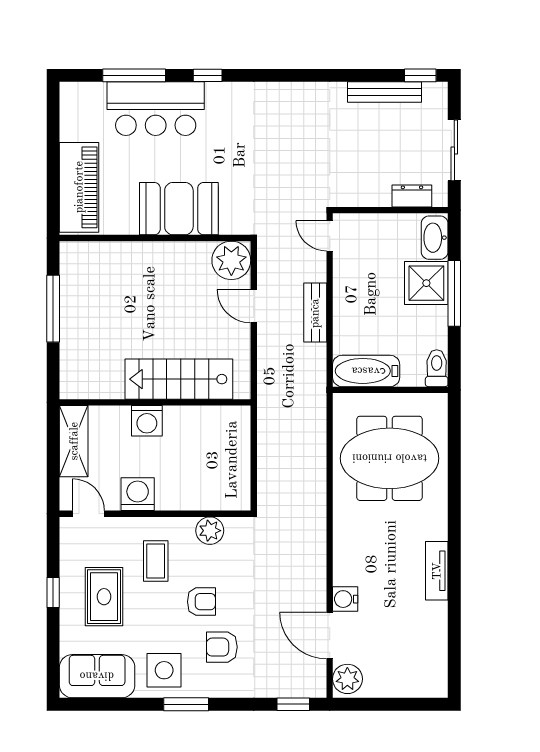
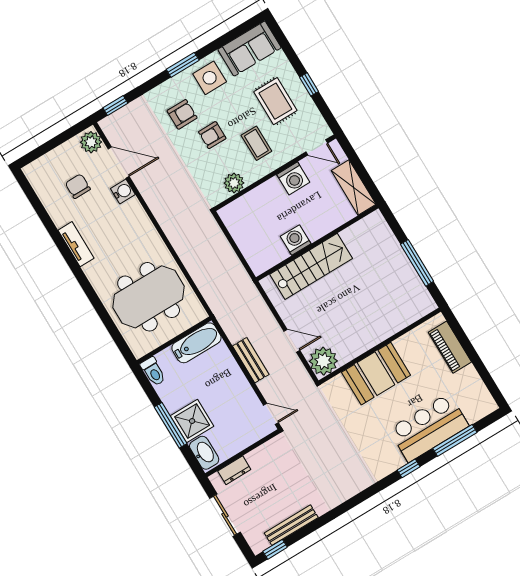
piano: (79, 187) -> (450, 347), width x0.73, depth x0.75
washing machine: (147, 421) -> (296, 240), moved
chair: (394, 637) -> (78, 186), added

